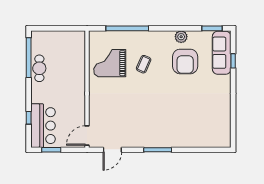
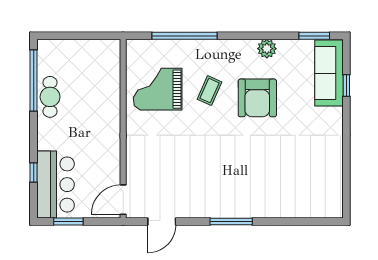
armchair: (185, 61) -> (257, 98), moved

